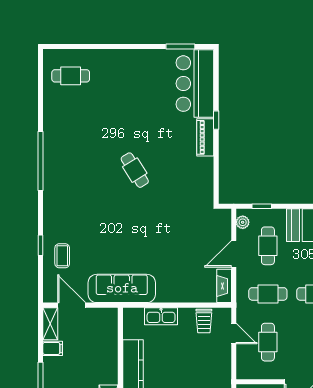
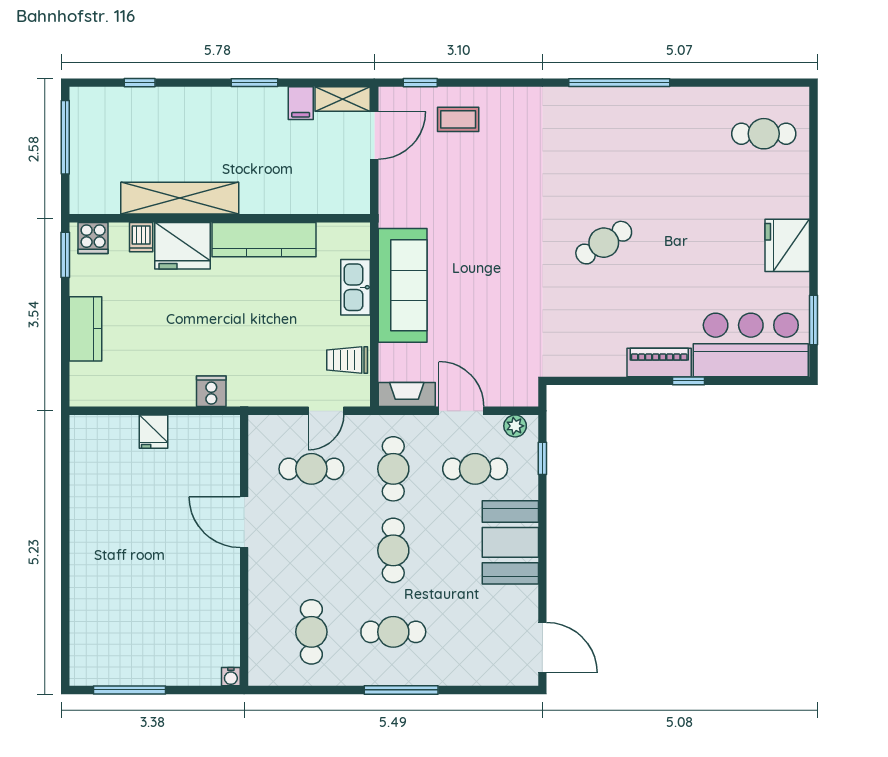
fridge: (136, 62) -> (787, 245), added
cafe table: (71, 76) -> (764, 134), turned 90
window: (41, 245) -> (420, 83), moved
sofa: (122, 288) -> (403, 285), moved

